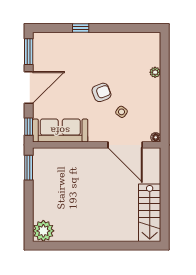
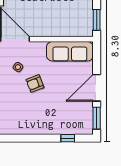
window: (81, 28) -> (68, 138), moved
window: (29, 127) -> (97, 55), removed

